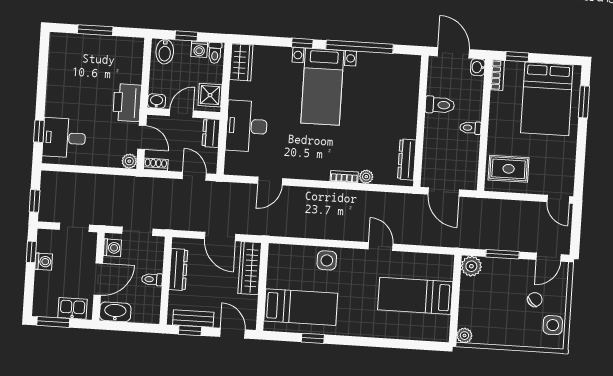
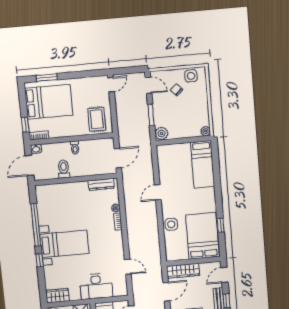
bed: (415, 296) -> (203, 164), moved
bed: (301, 307) -> (202, 236), width x1.50

